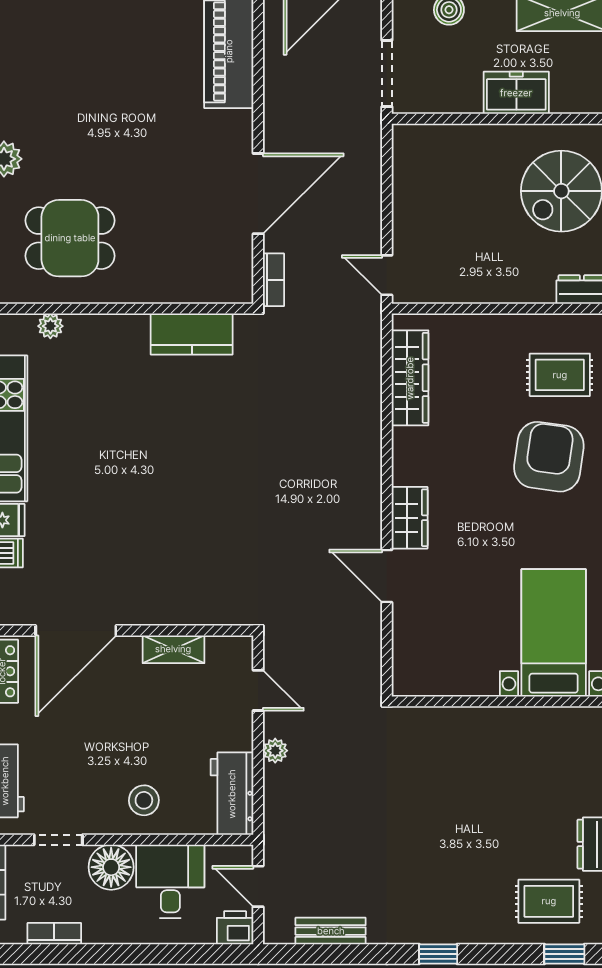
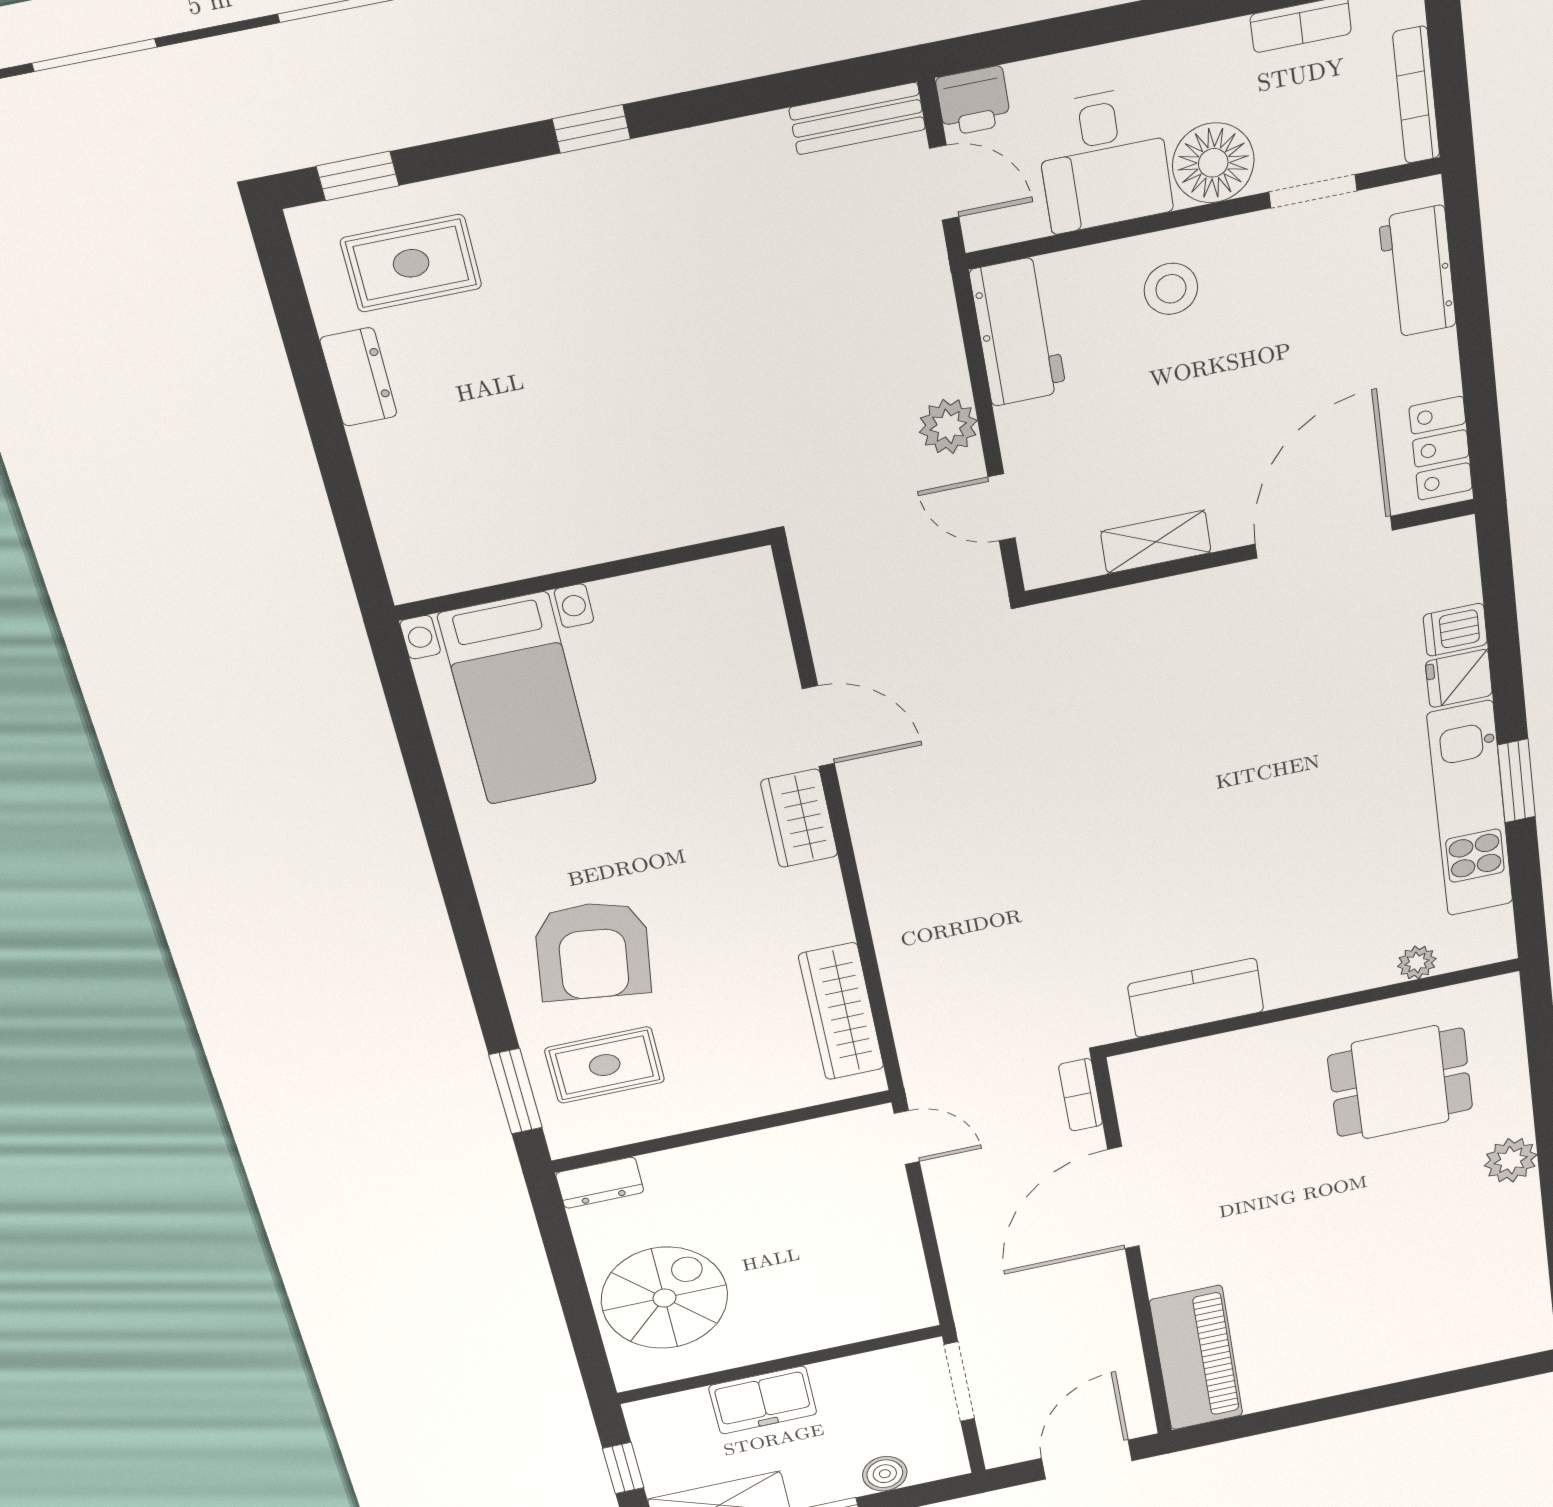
plant: (275, 751) -> (948, 426), width x1.38, depth x1.38
bench: (331, 931) -> (857, 118), moved

